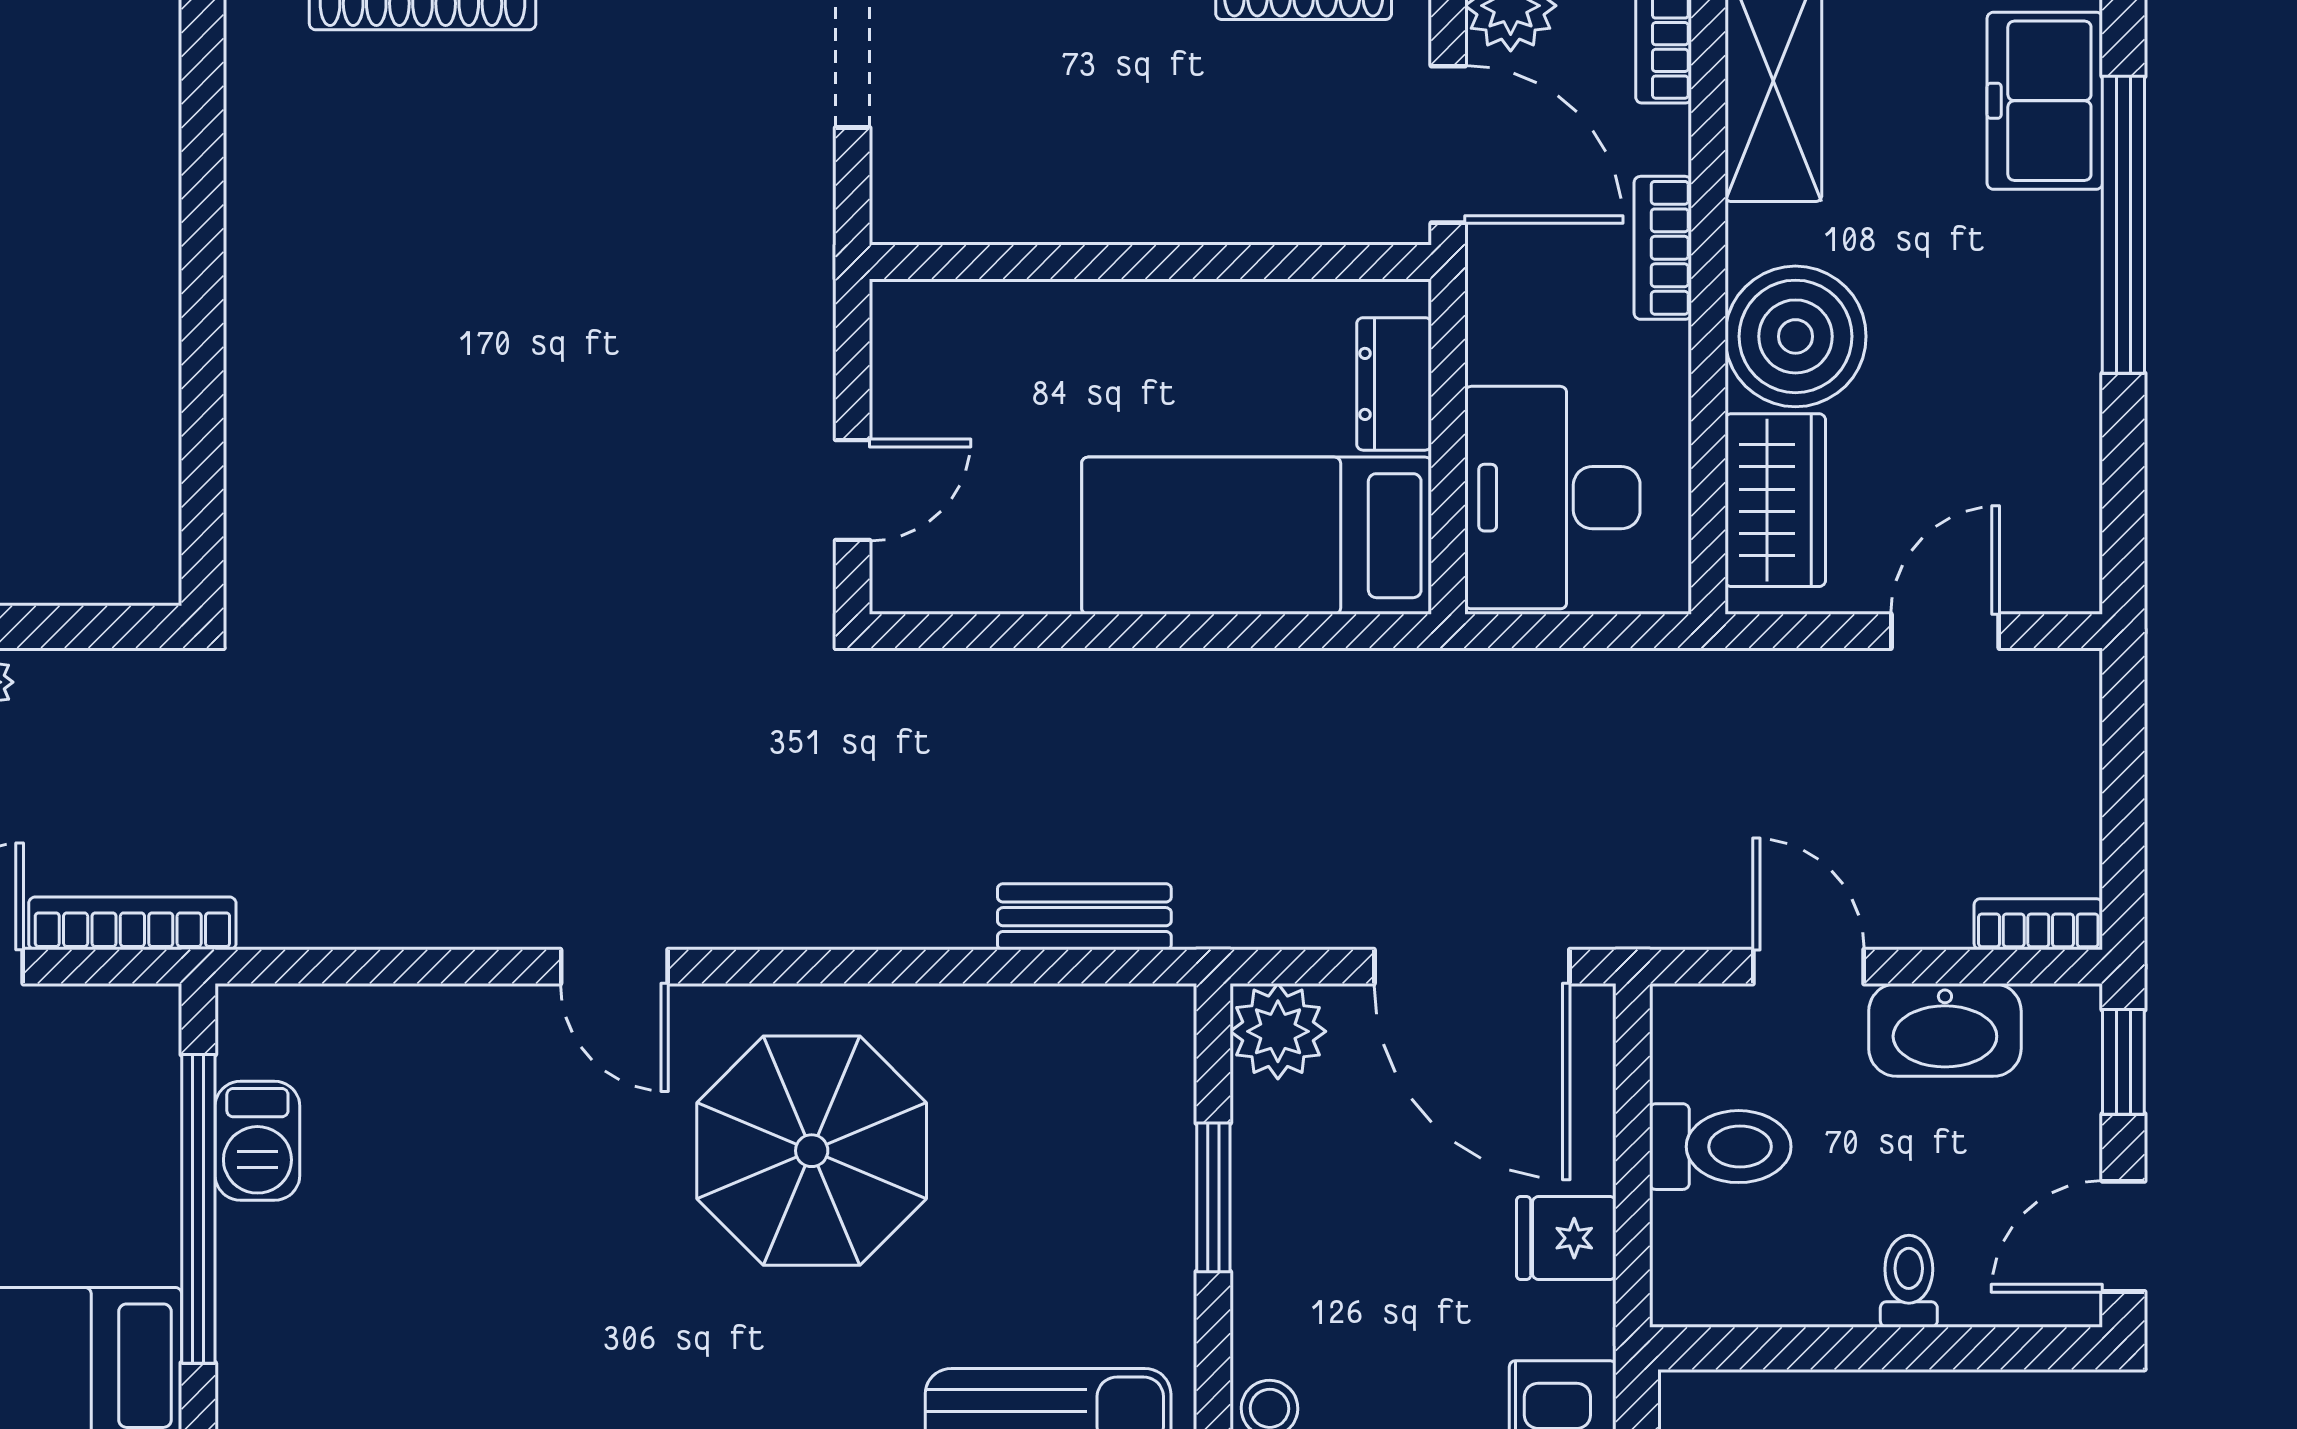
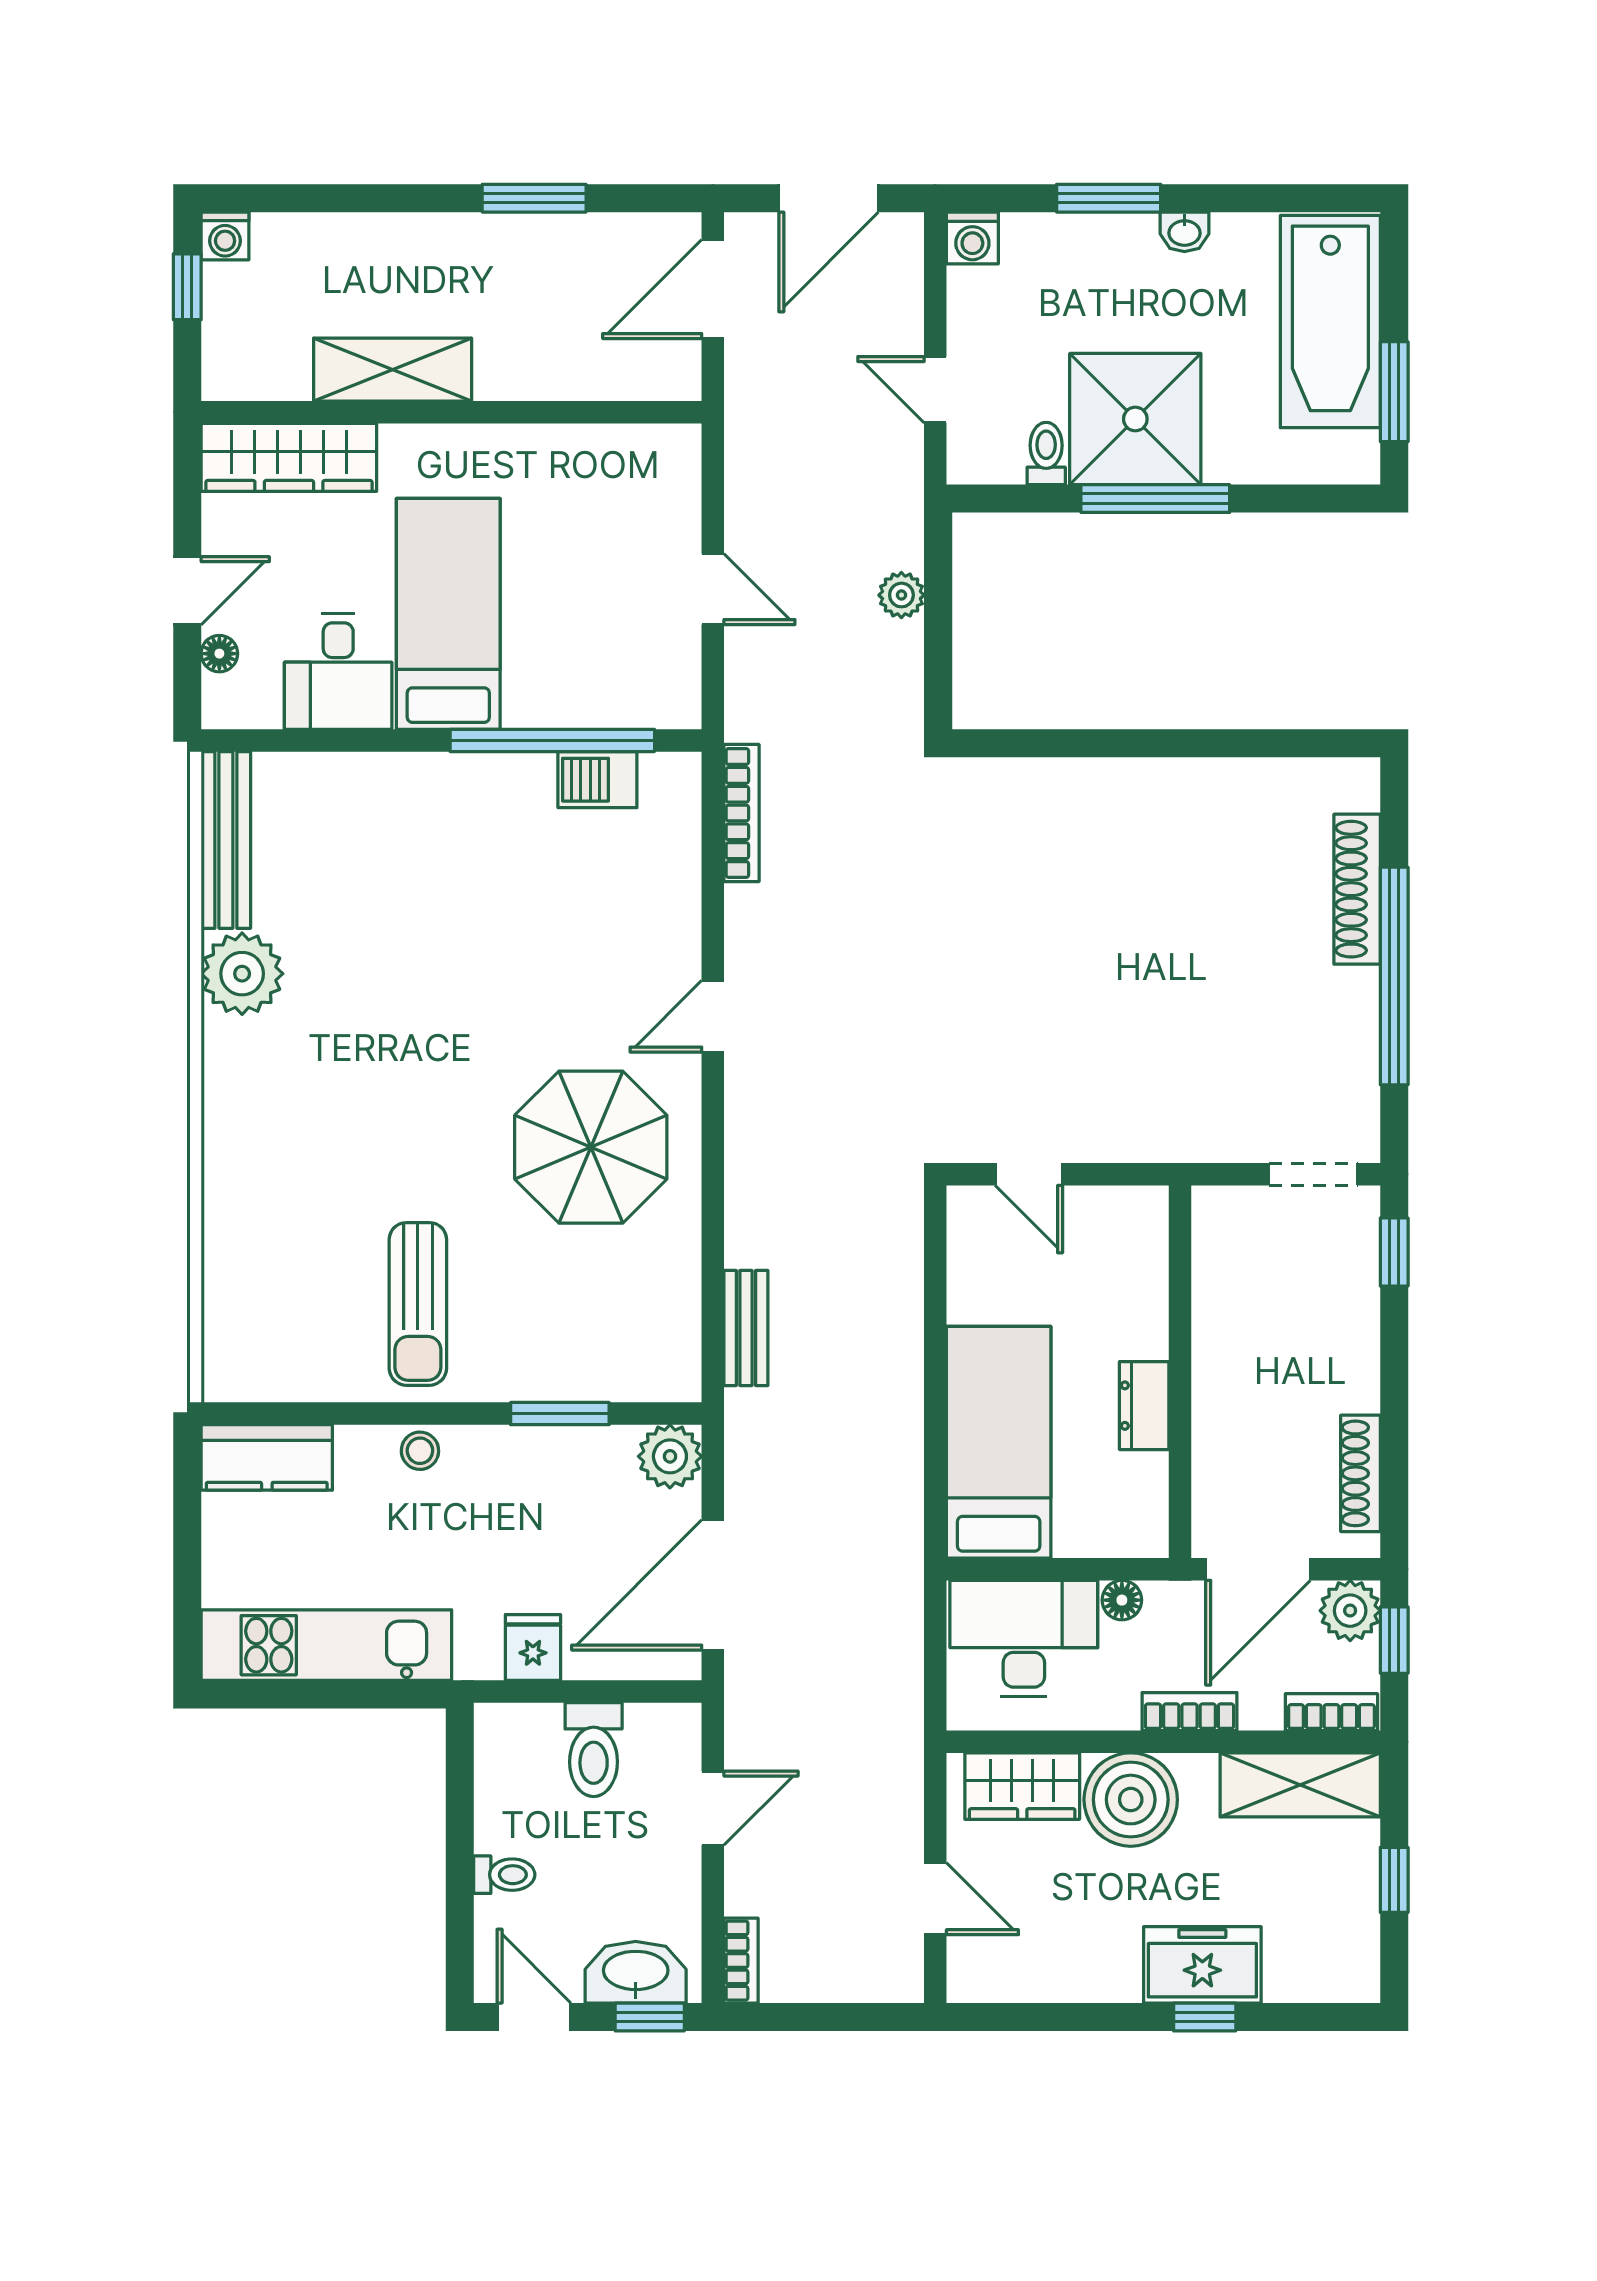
freezer: (2045, 101) -> (1202, 1965), moved
window: (2123, 225) -> (1205, 2017), width x0.32
floor lamp: (1495, 350) -> (1122, 1600), added
dresser: (1394, 384) -> (1144, 1406), moved, turned -90
bookcase: (132, 923) -> (742, 813), moved
washbasin: (1945, 1030) -> (636, 1972), moved, turned 90

